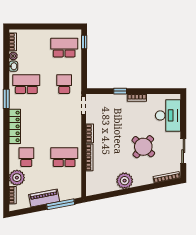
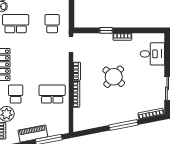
desk: (168, 115) -> (152, 54), width x0.73
round table: (143, 147) -> (114, 77), moved
plant: (125, 181) -> (110, 117), removed
window: (138, 189) -> (123, 125), added

